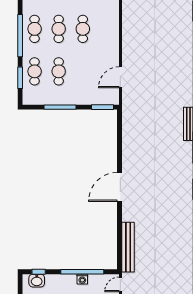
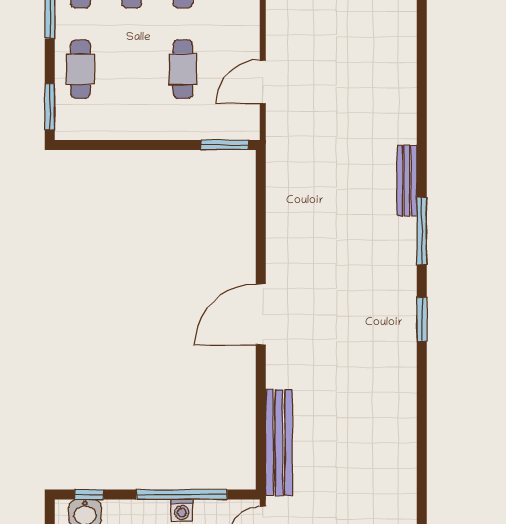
cafe table: (59, 71) -> (183, 69), moved
window: (20, 78) -> (50, 107), moved
window: (60, 107) -> (134, 145), removed

